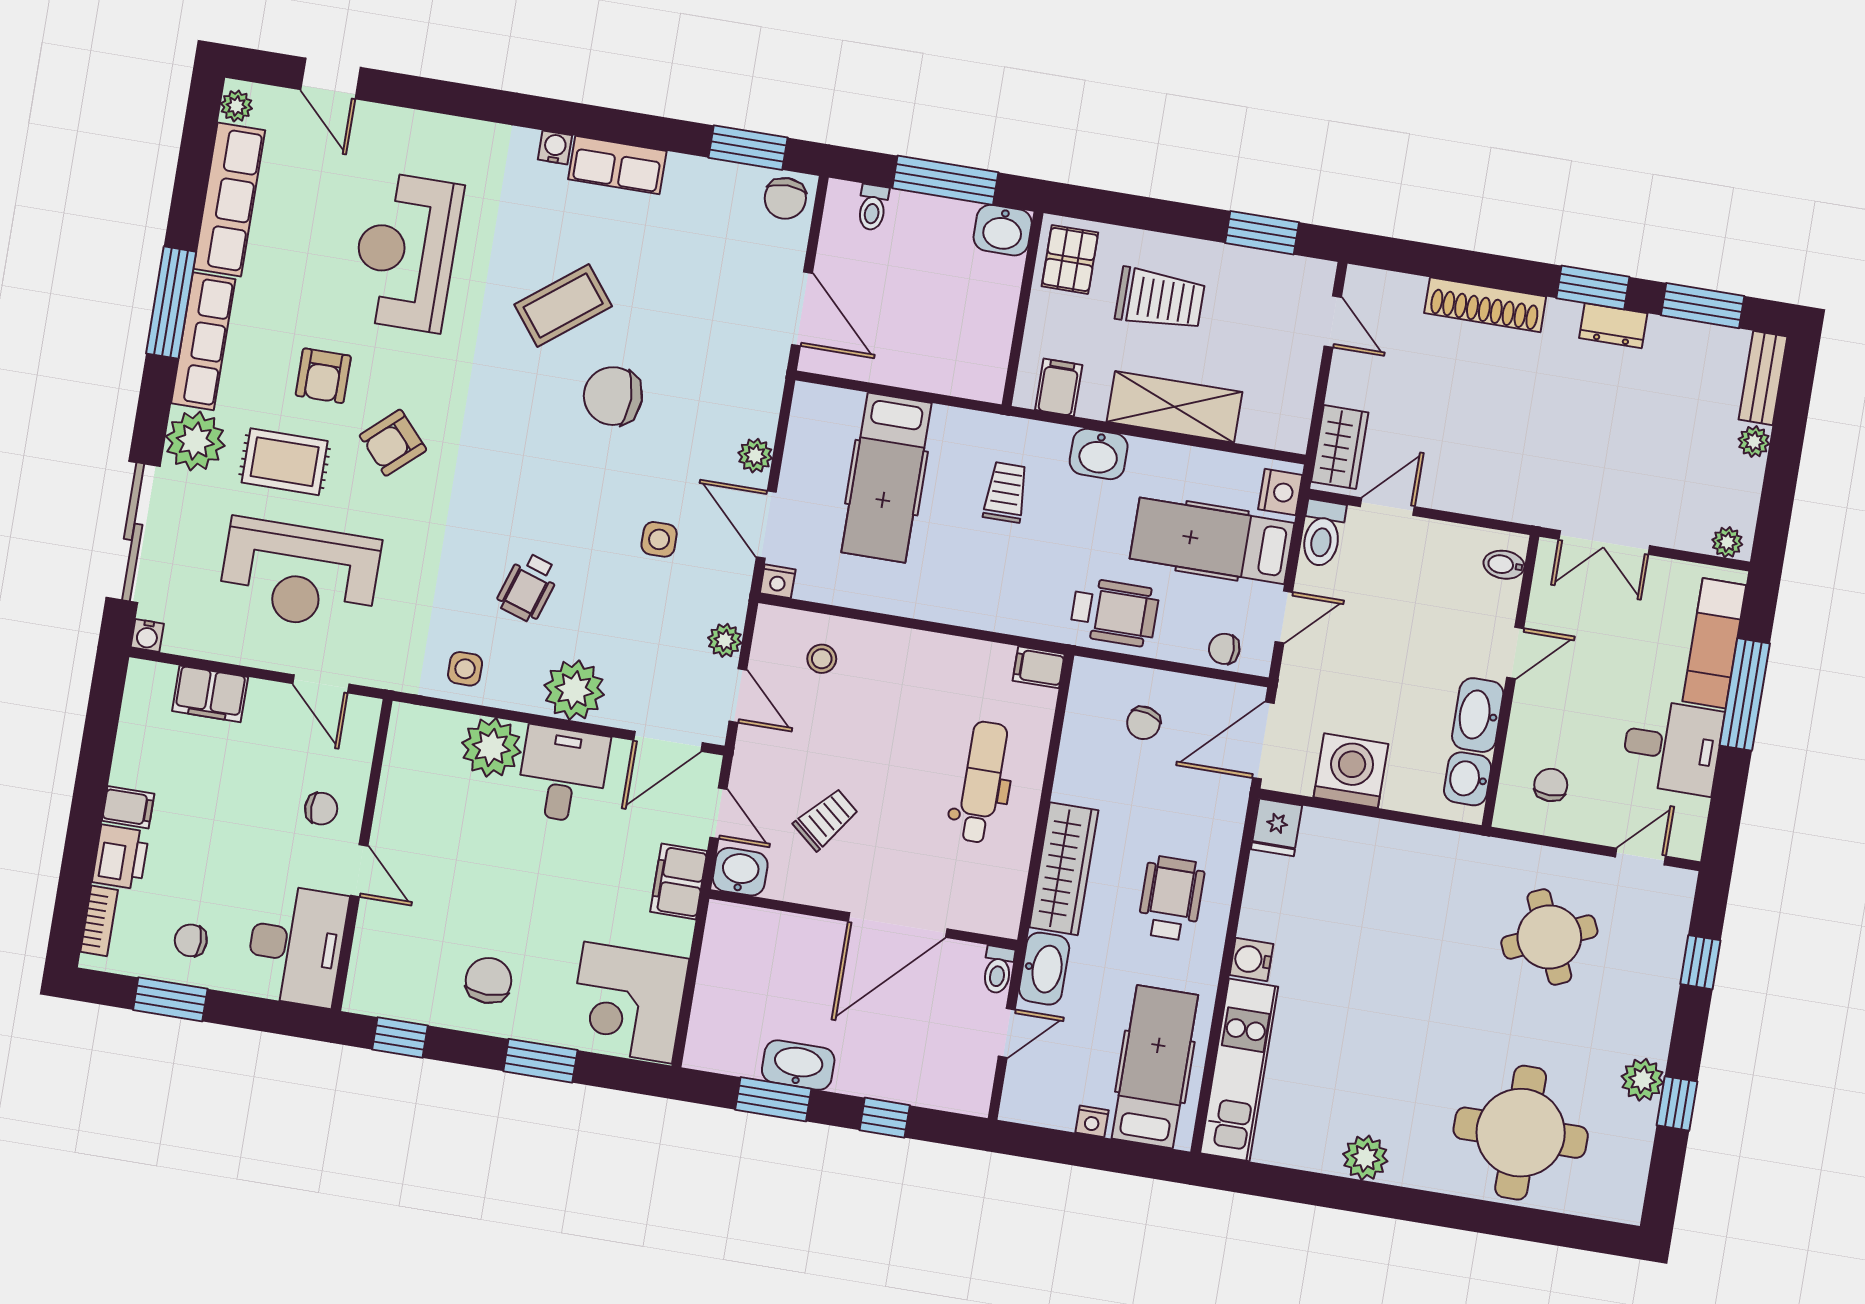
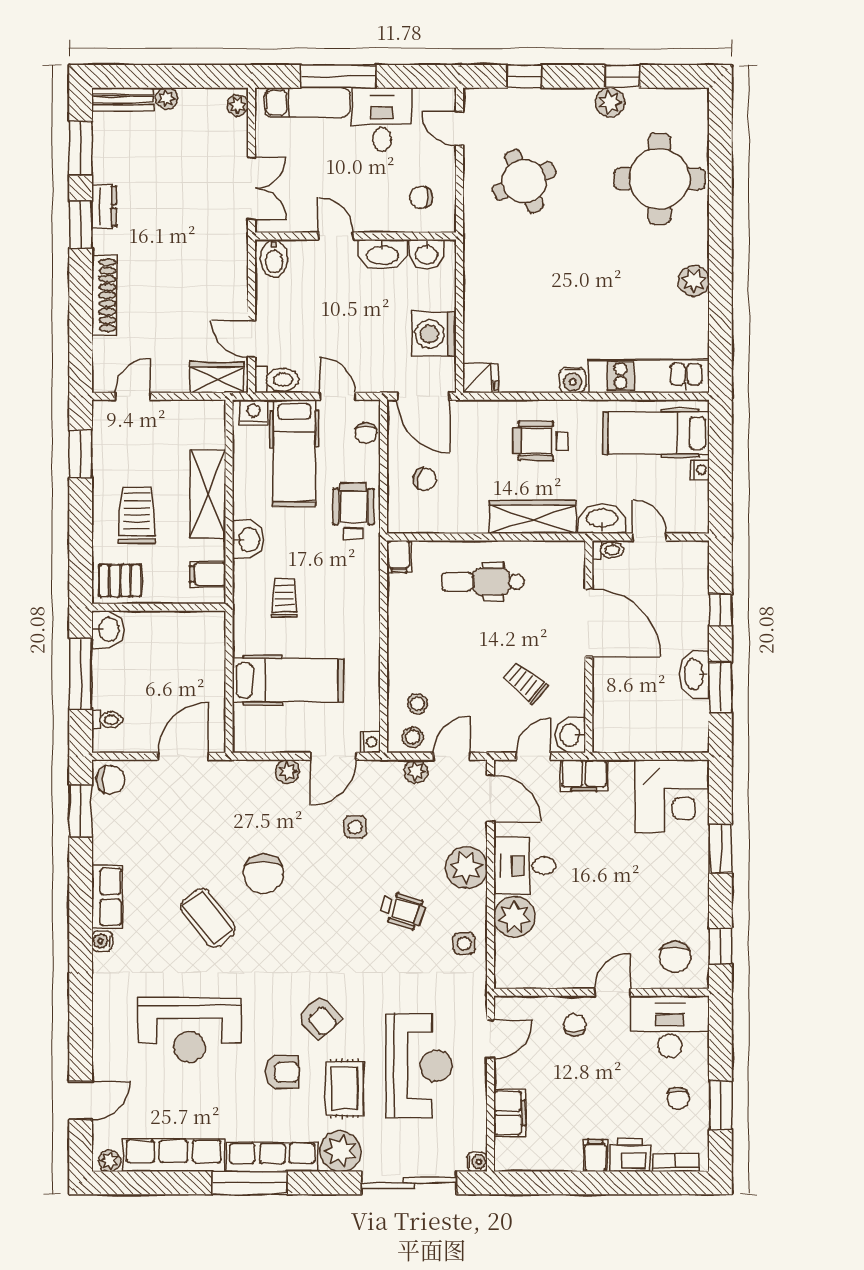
trolley: (1006, 492) -> (285, 598), turned 90
bidet: (1504, 565) -> (274, 259), width x1.38, depth x1.36
stool: (774, 644) -> (413, 737), added
chair: (488, 980) -> (675, 957), moved, turned -90

